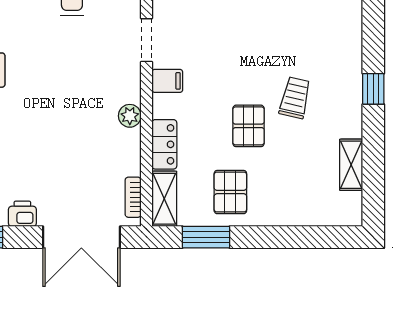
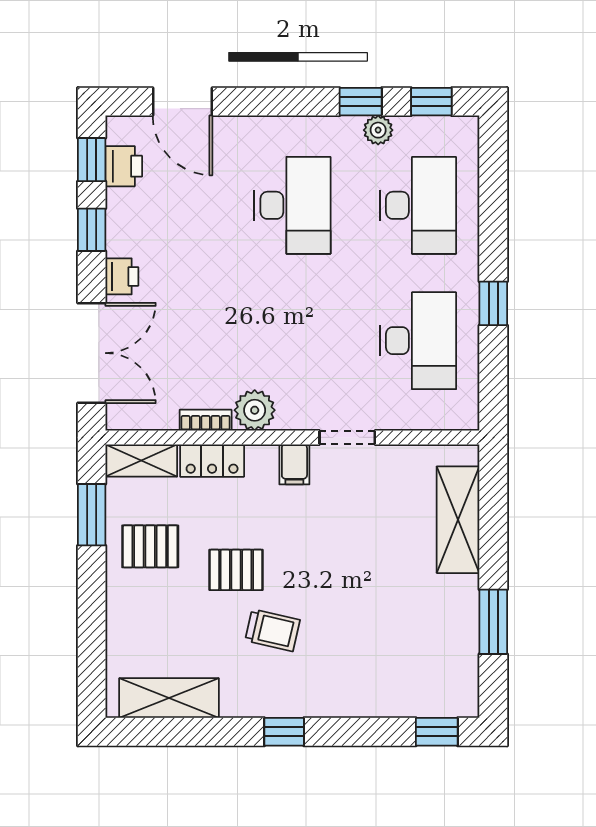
plant: (130, 116) -> (255, 410), width x1.38, depth x1.38
shelving: (351, 165) -> (169, 698), width x1.50, depth x1.33
bookcase: (133, 197) -> (206, 420), moved
double door: (81, 237) -> (92, 353), swing flipped

